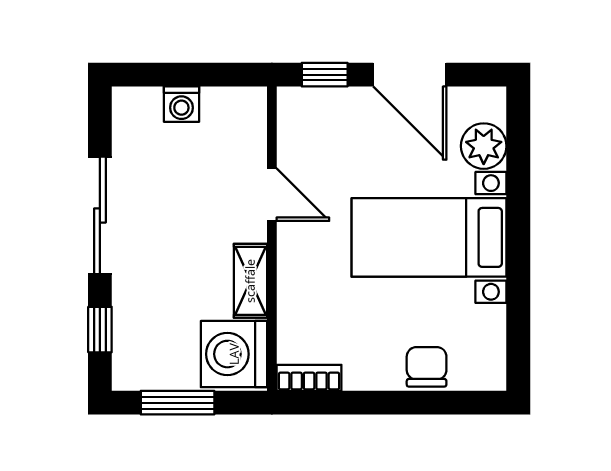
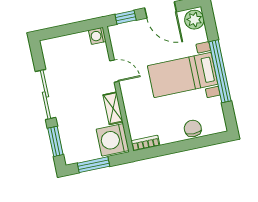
washing machine: (181, 104) -> (97, 36), moved, turned 90
plant: (484, 146) -> (194, 20), moved
window: (518, 247) -> (220, 71), added
window: (100, 330) -> (55, 141), width x1.50

